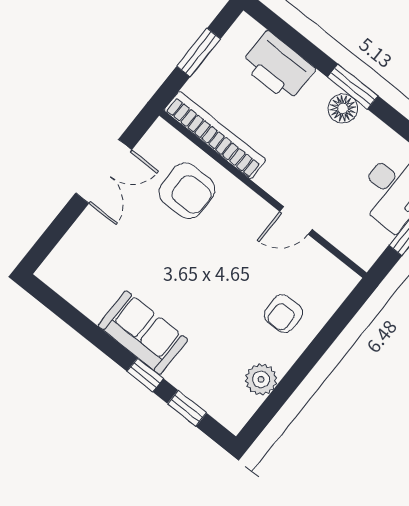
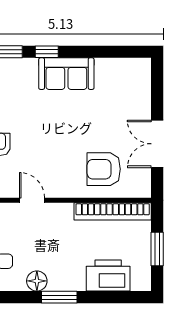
floor lamp: (343, 108) -> (37, 281), moved
door: (296, 220) -> (32, 200), hinge flipped

